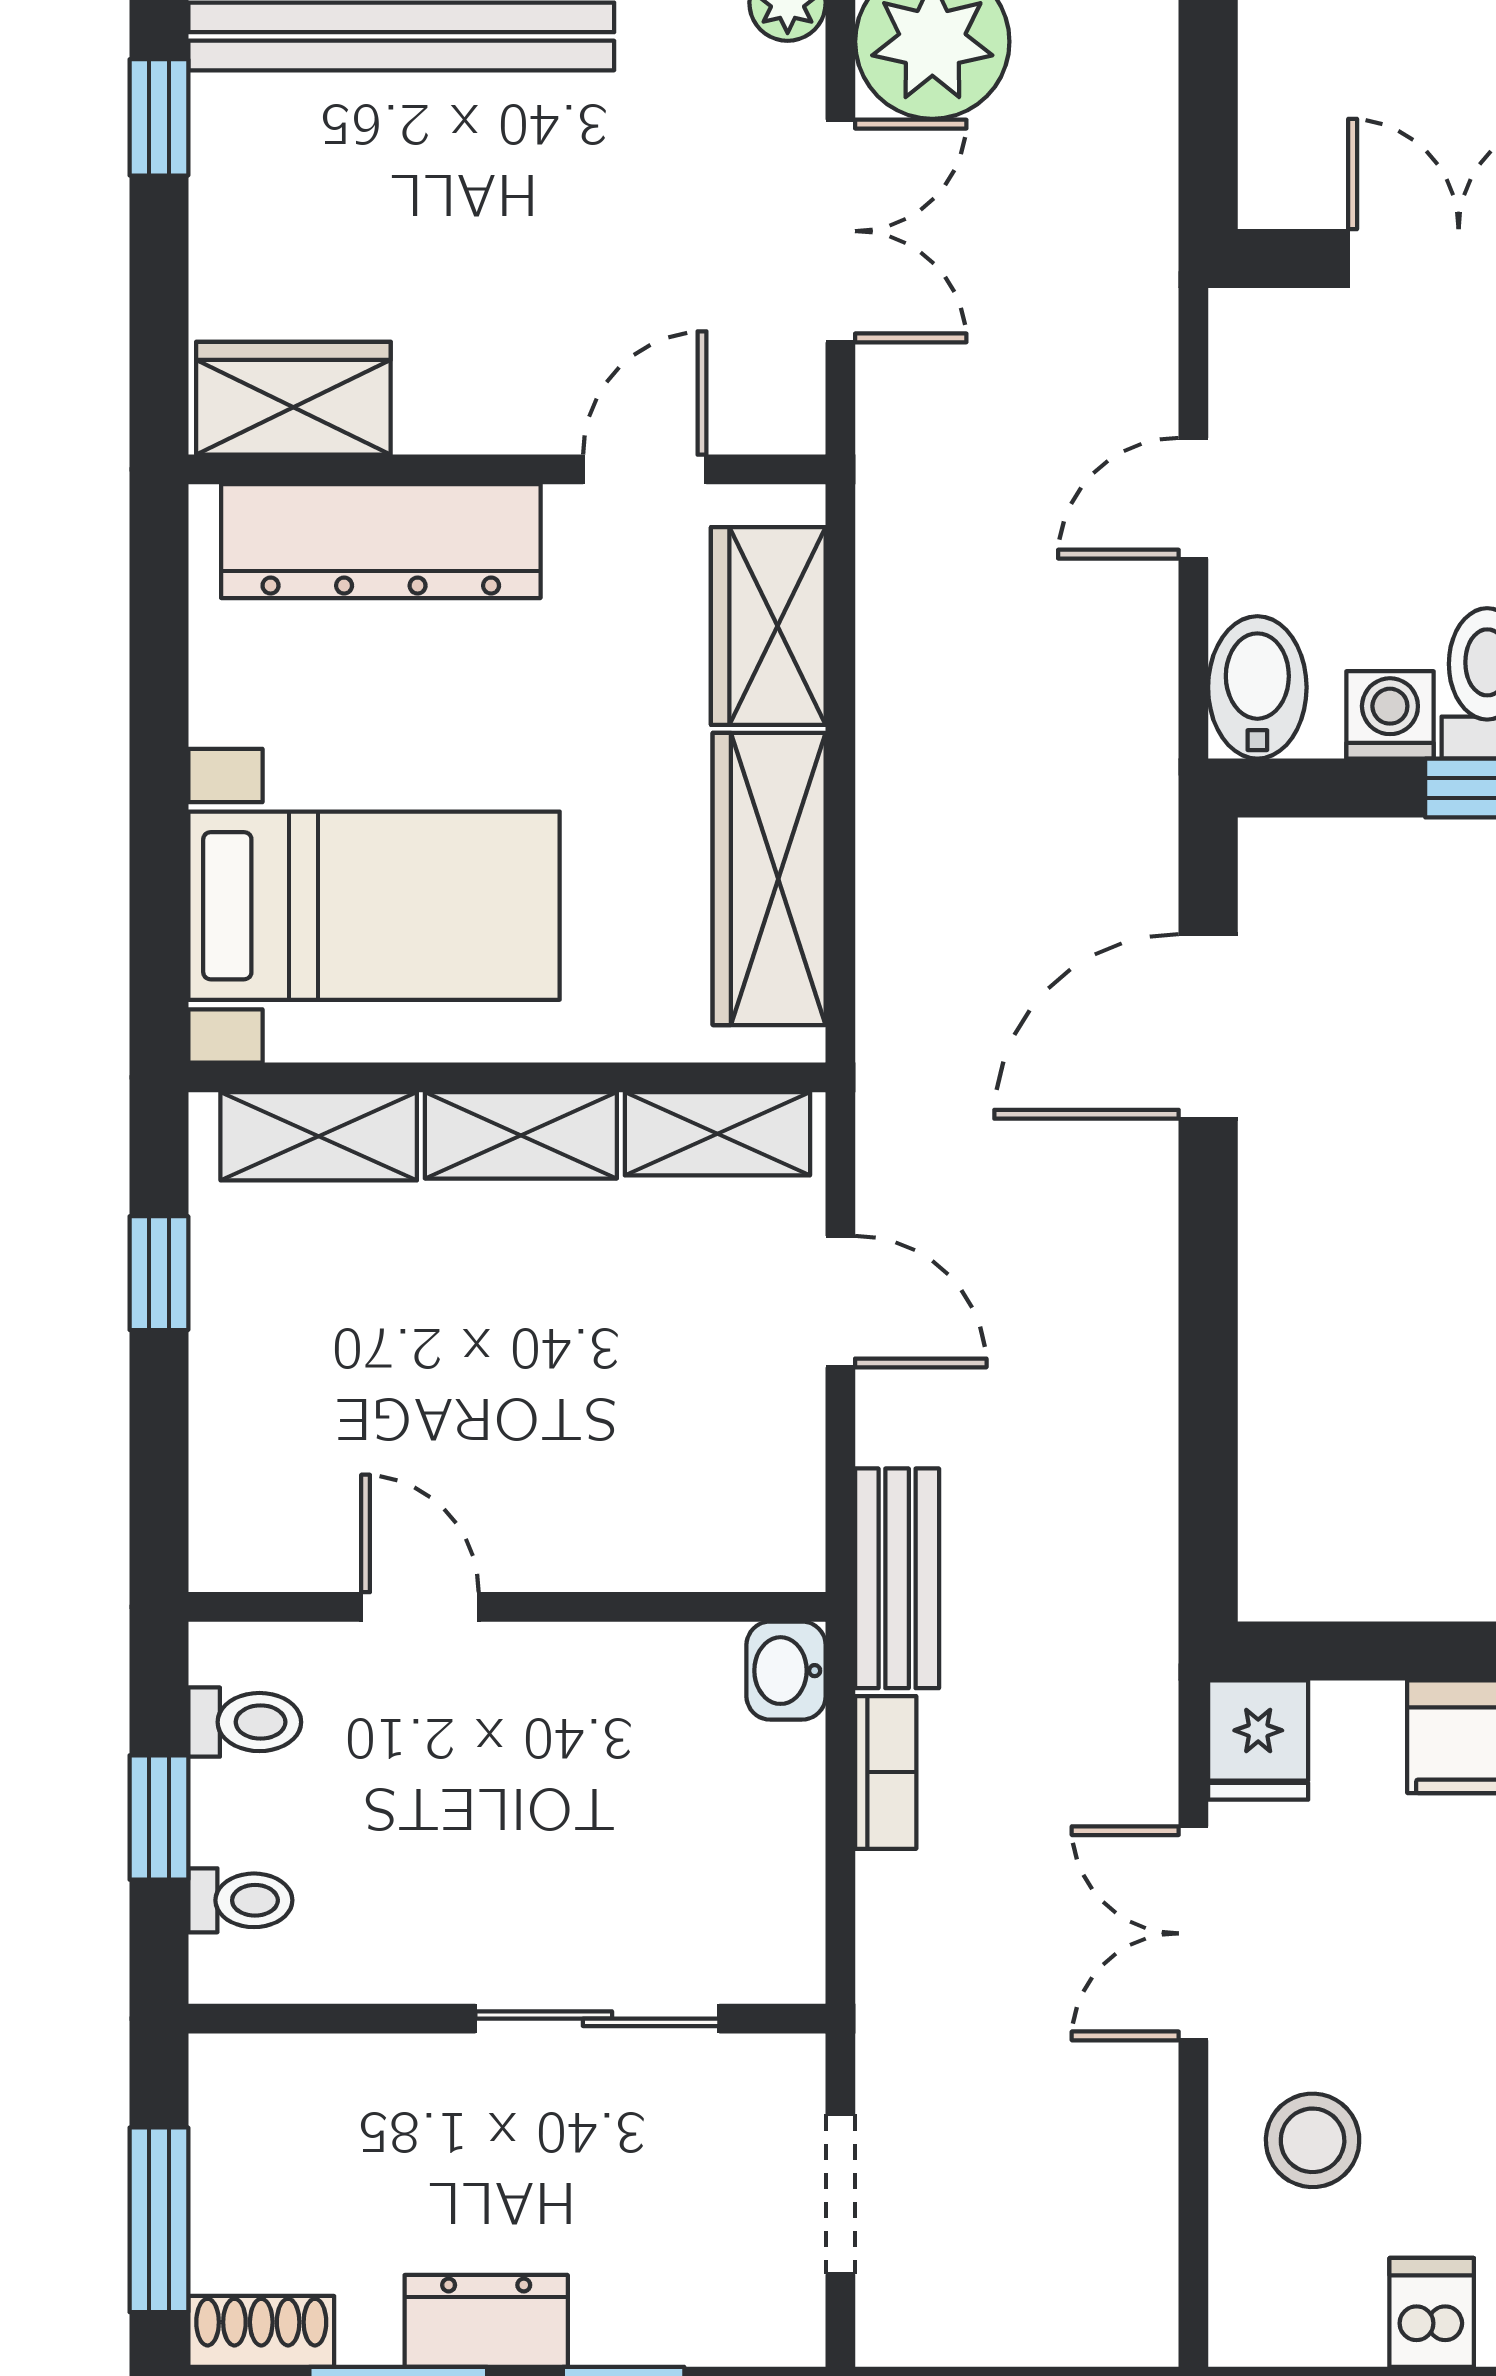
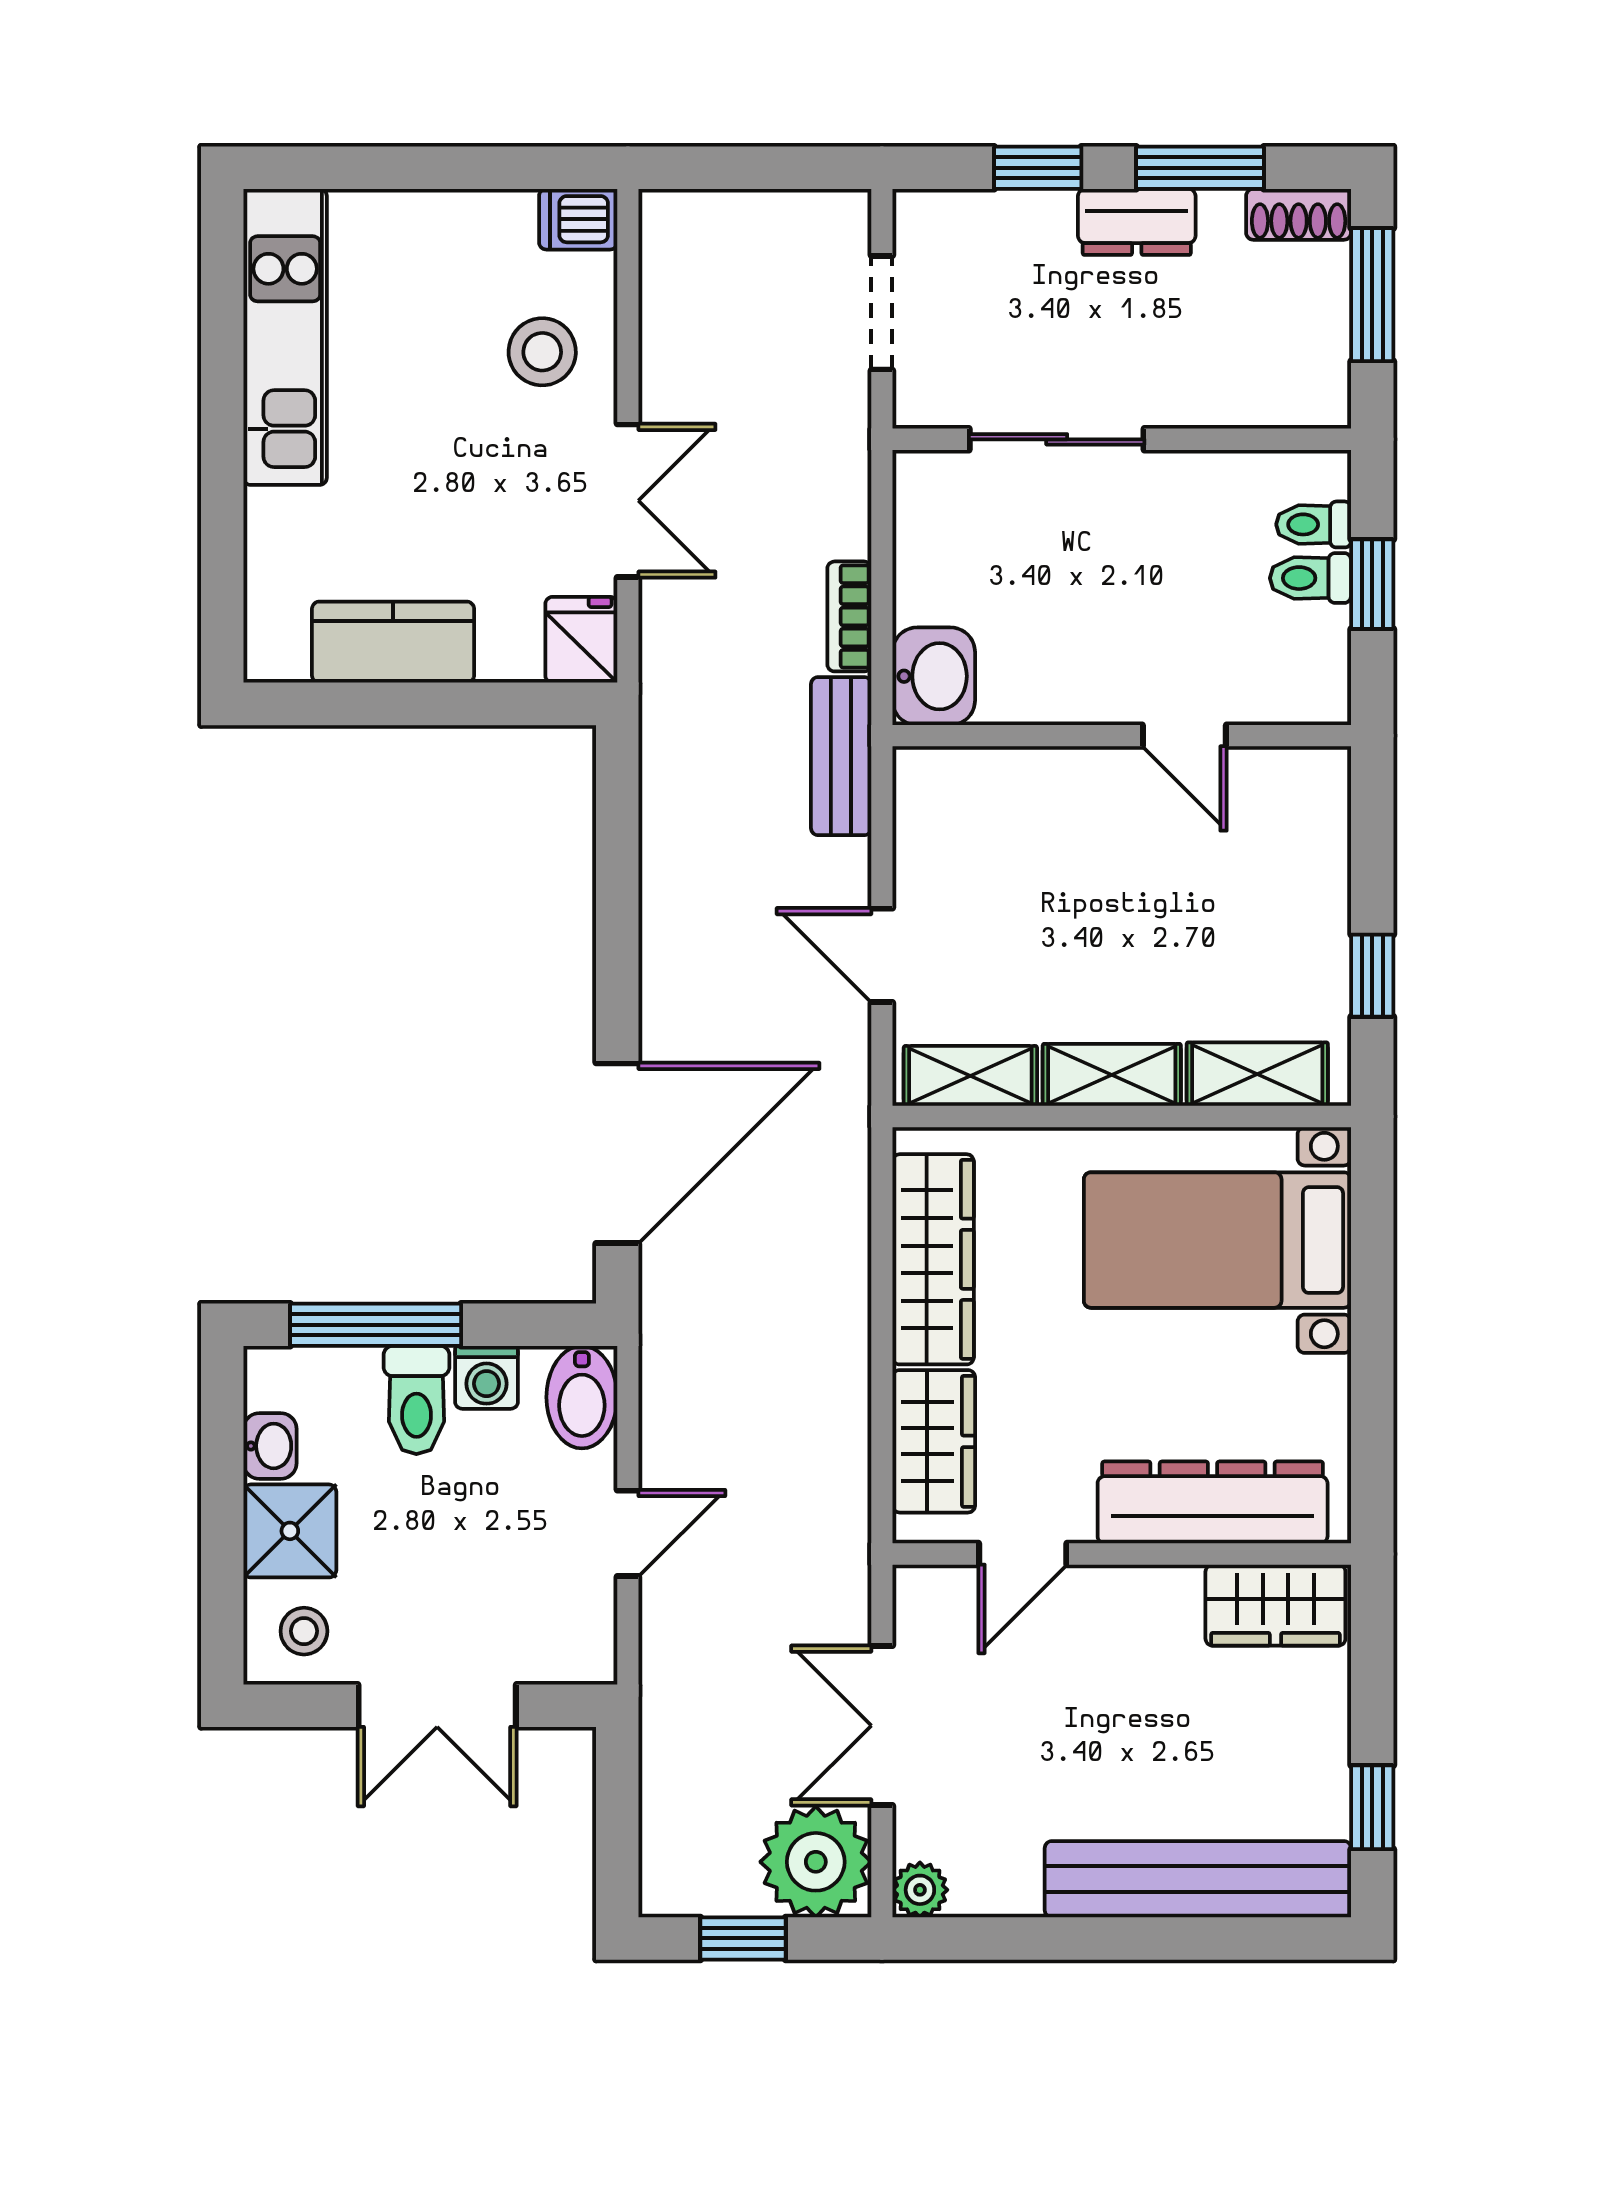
door: (1208, 1026) -> (617, 1153), width x1.36
washbasin: (786, 1671) -> (934, 676), width x1.38, depth x1.45
toilet: (245, 1722) -> (1310, 578), moved
dishwasher: (1432, 2312) -> (578, 219), moved, turned 90

